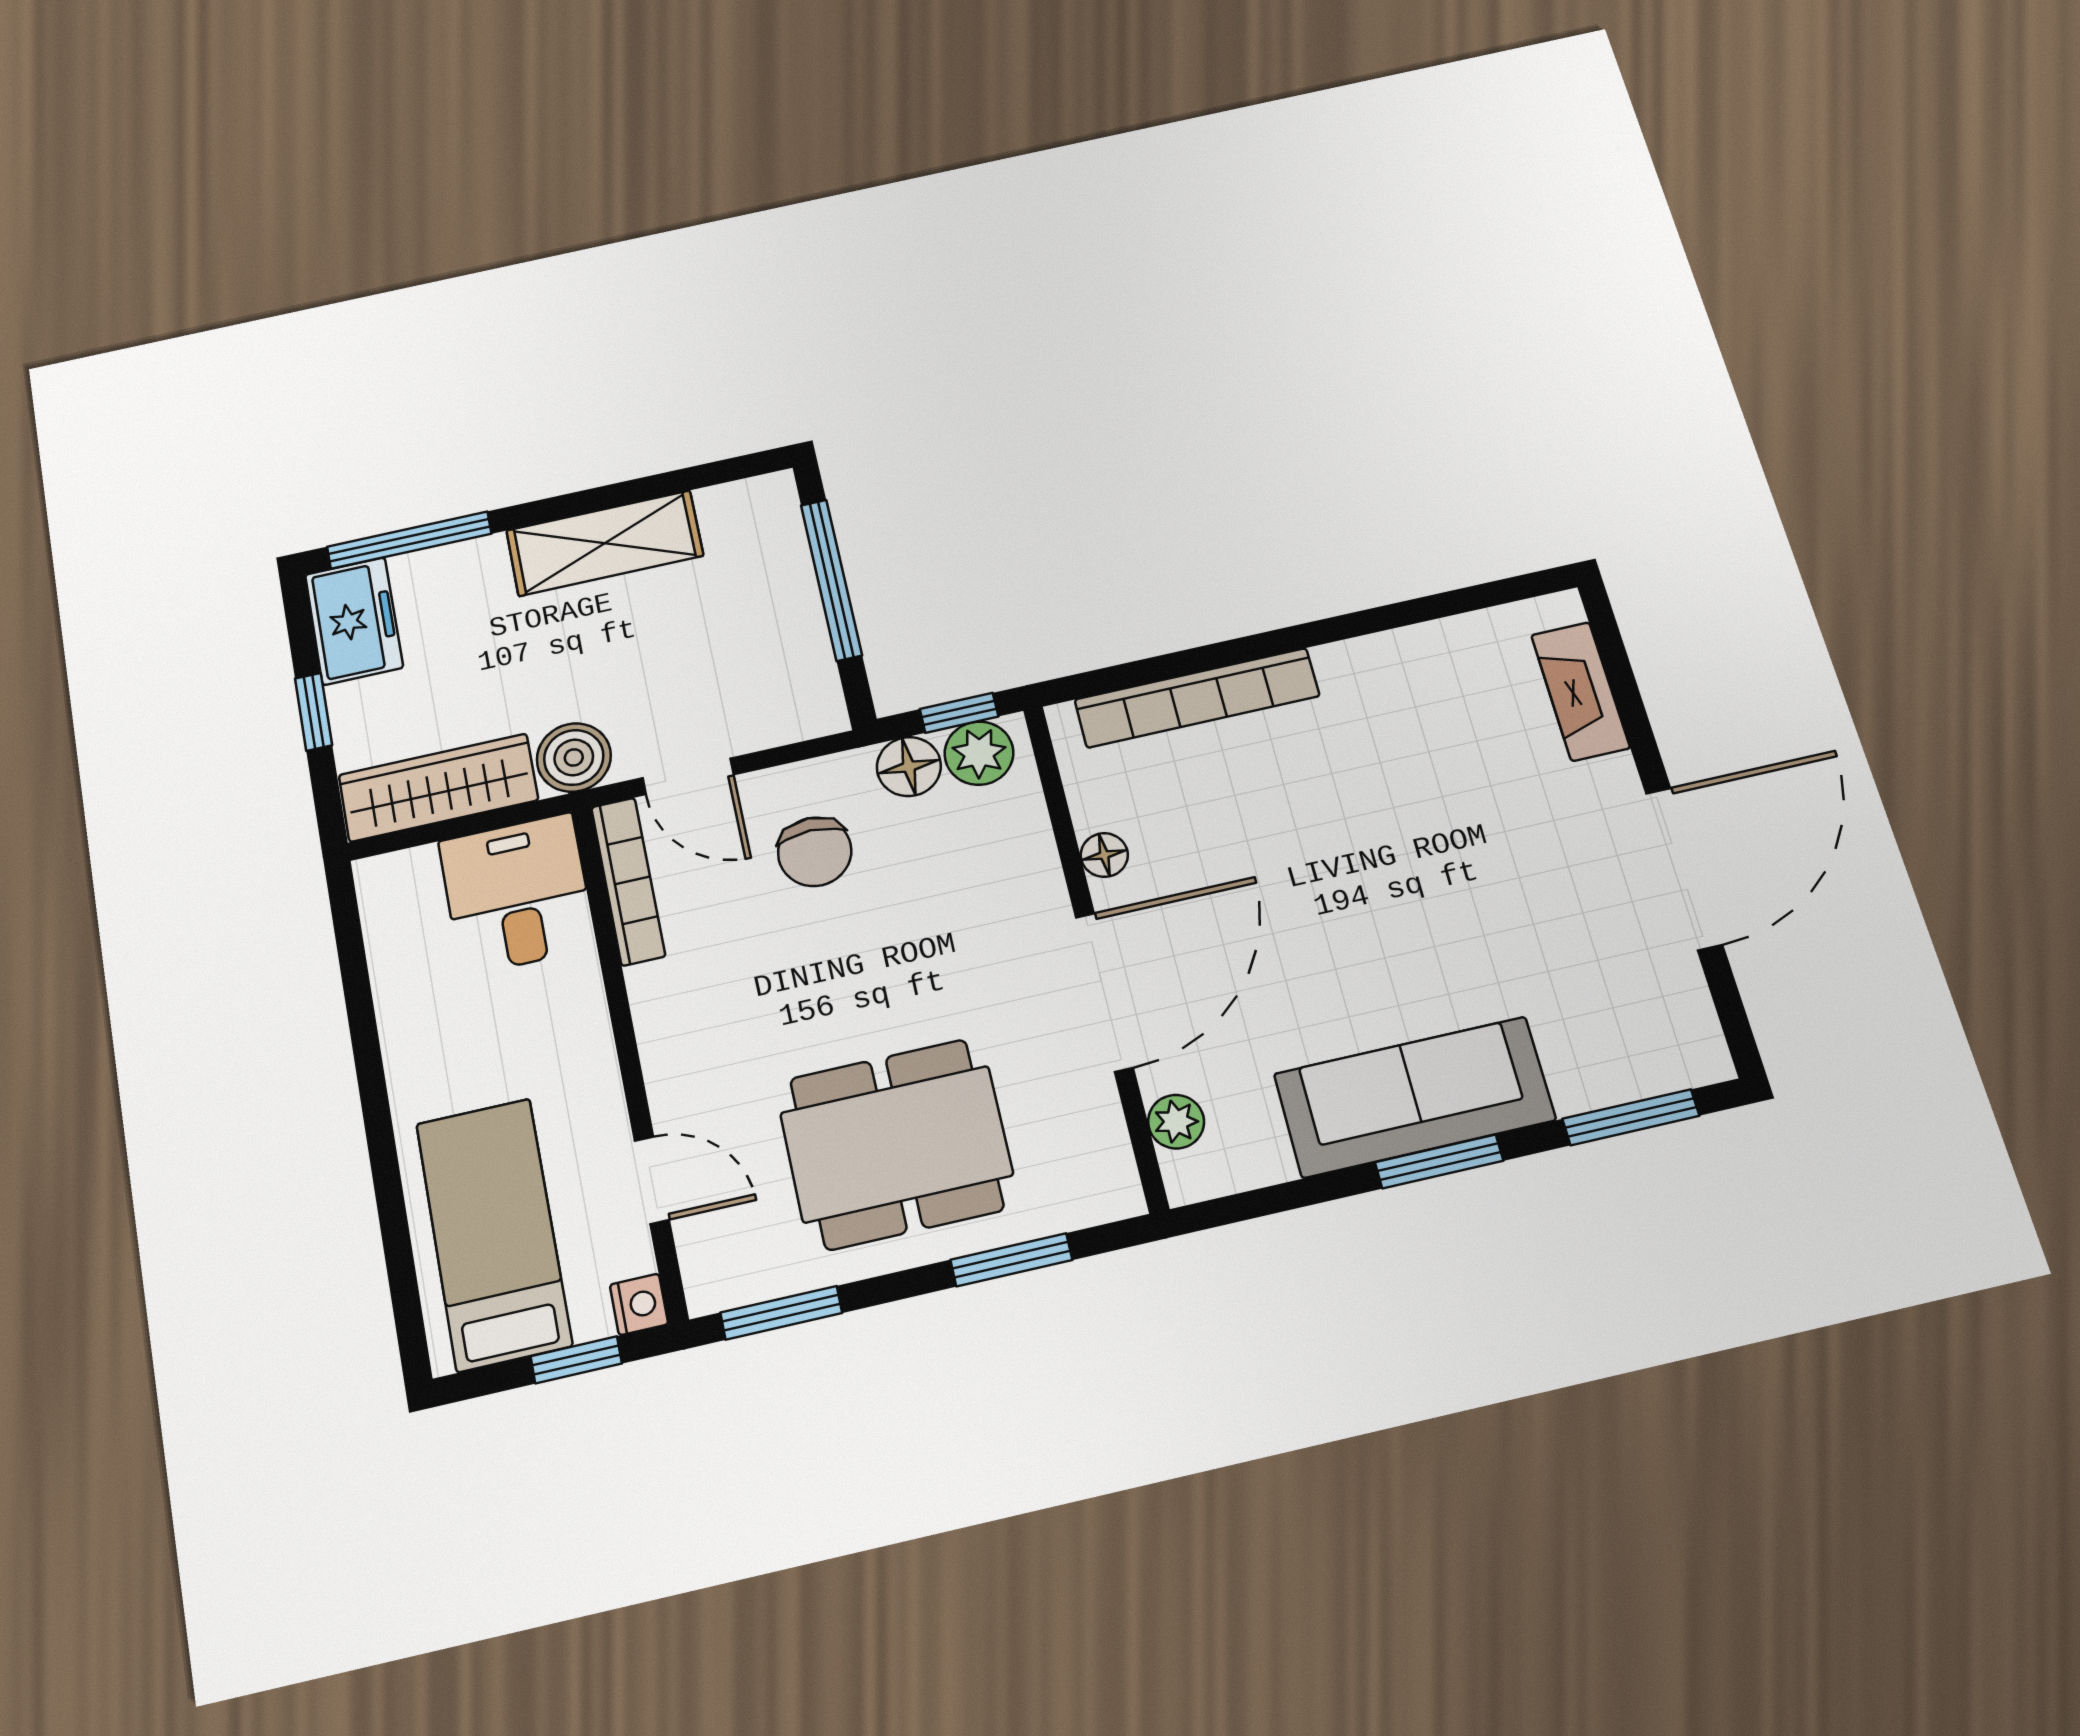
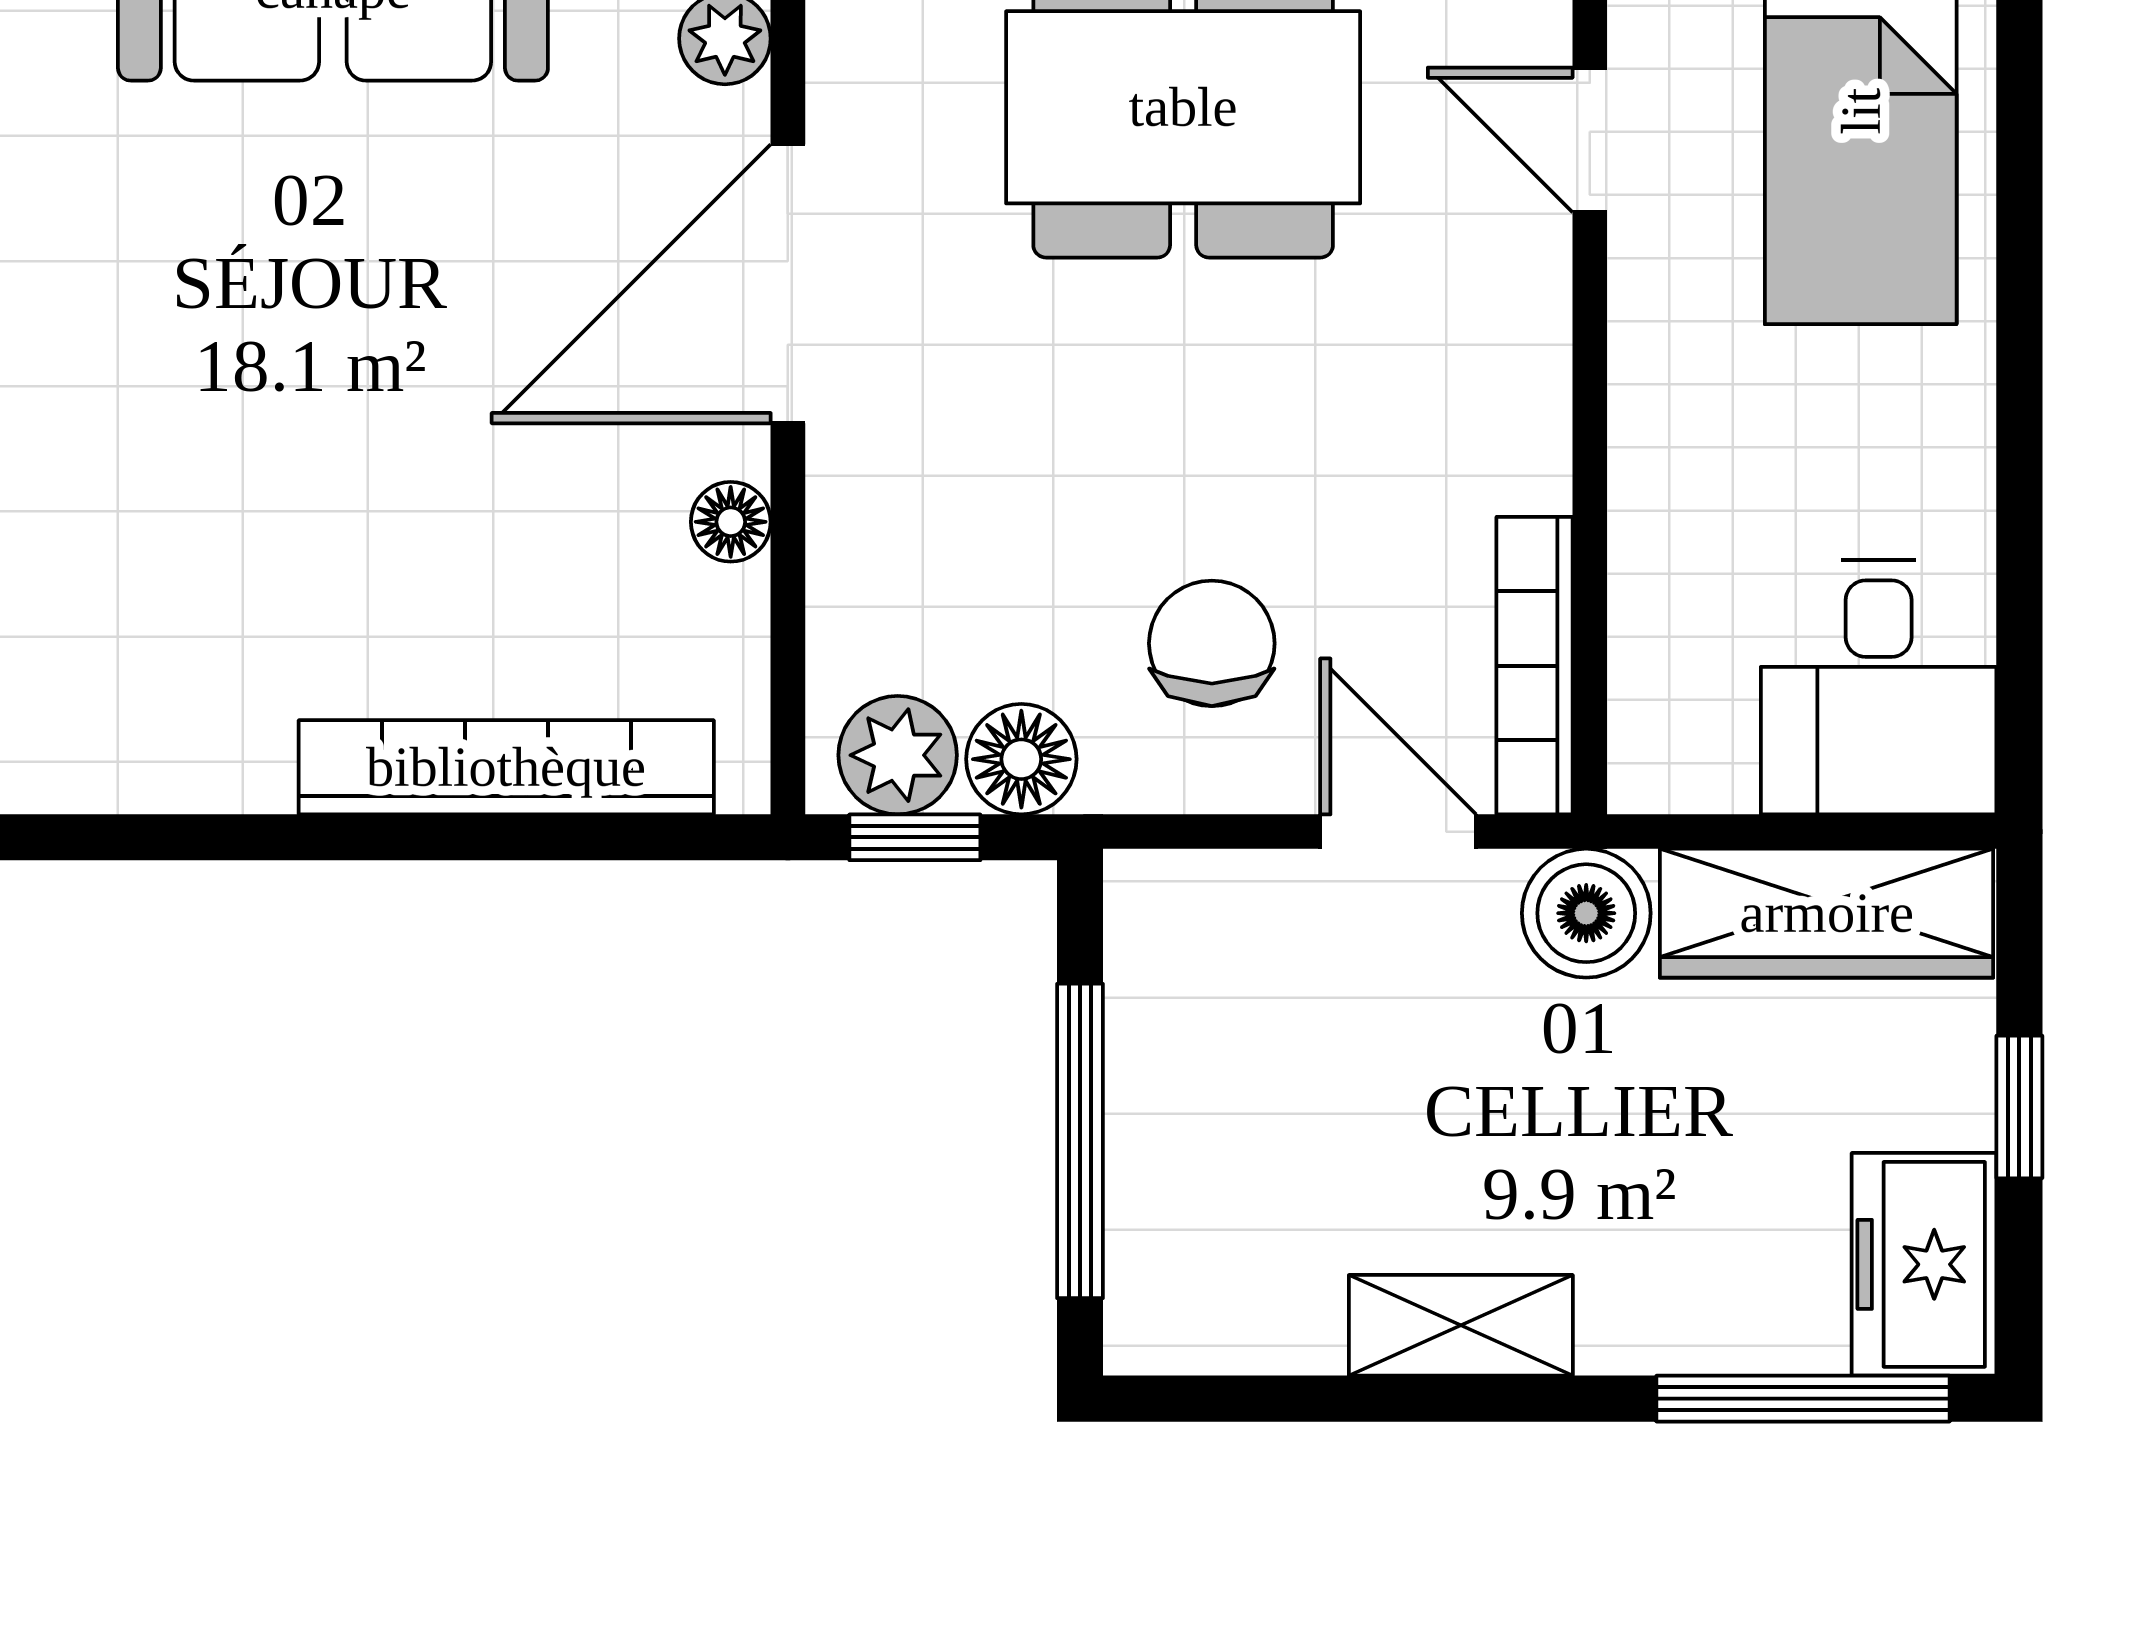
shelving: (605, 543) -> (1461, 1325), width x0.67, depth x0.75
desk: (517, 894) -> (1879, 687), moved

